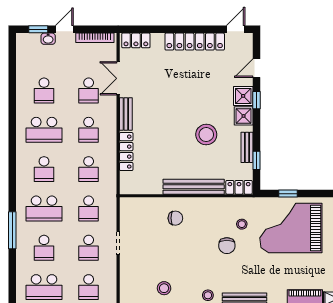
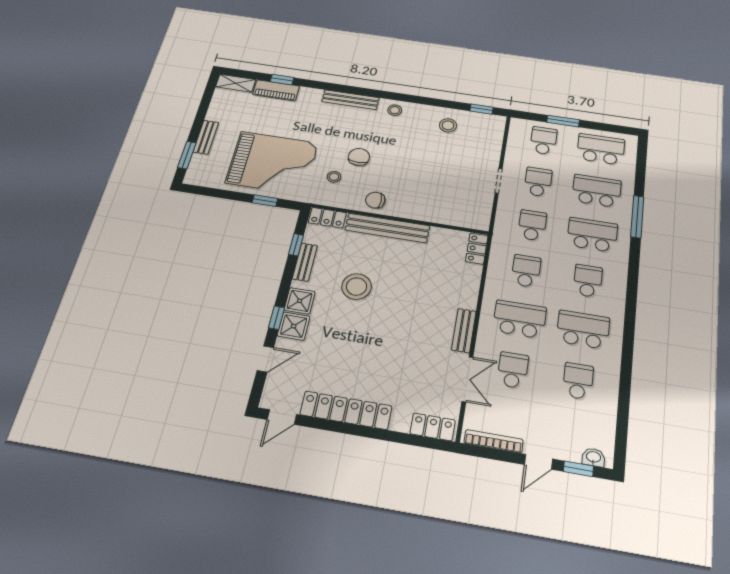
washbasin: (48, 39) -> (593, 457), moved
school desk: (89, 130) -> (520, 319), width x1.85
locker: (126, 152) -> (477, 249), moved, width x0.66
chair: (175, 218) -> (375, 200), moved
school desk: (44, 248) -> (597, 191), width x1.85

